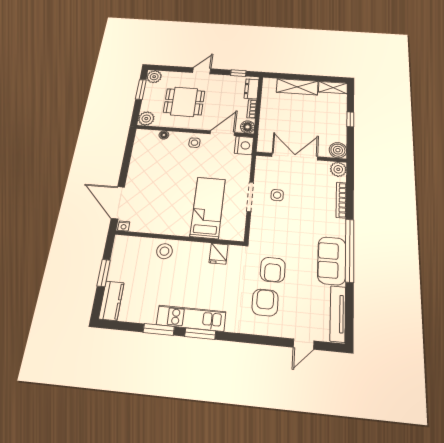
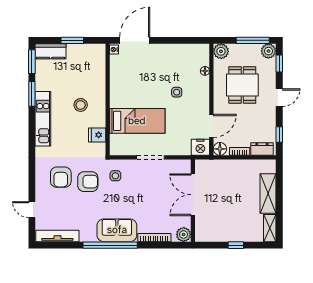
window: (168, 69) -> (279, 64), added
door: (202, 71) -> (279, 98), hinge flipped
window: (141, 90) -> (253, 40), width x1.44
door: (222, 133) -> (211, 126), hinge flipped
side table: (194, 143) -> (177, 92), moved
boiler: (338, 150) -> (203, 234), removed
double door: (295, 157) -> (193, 195), swing flipped
side table: (277, 195) -> (115, 176), moved
stool: (164, 251) -> (81, 105), moved
sofa: (332, 261) -> (117, 230), moved
armchair: (273, 270) -> (88, 182), turned 180
armchair: (265, 302) -> (61, 177), turned 90
window: (200, 334) -> (32, 62), moved

